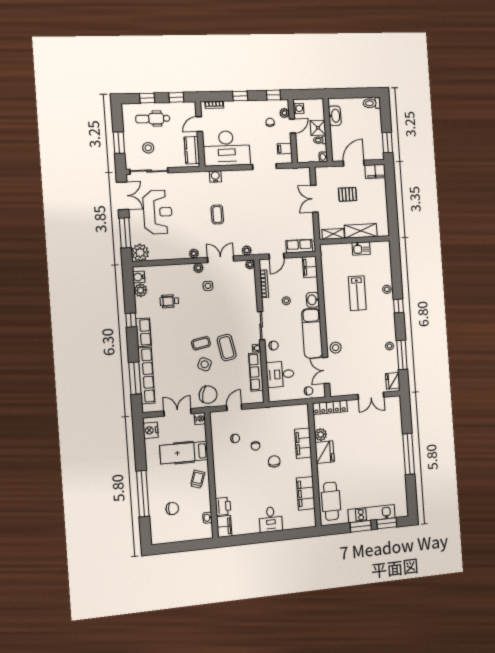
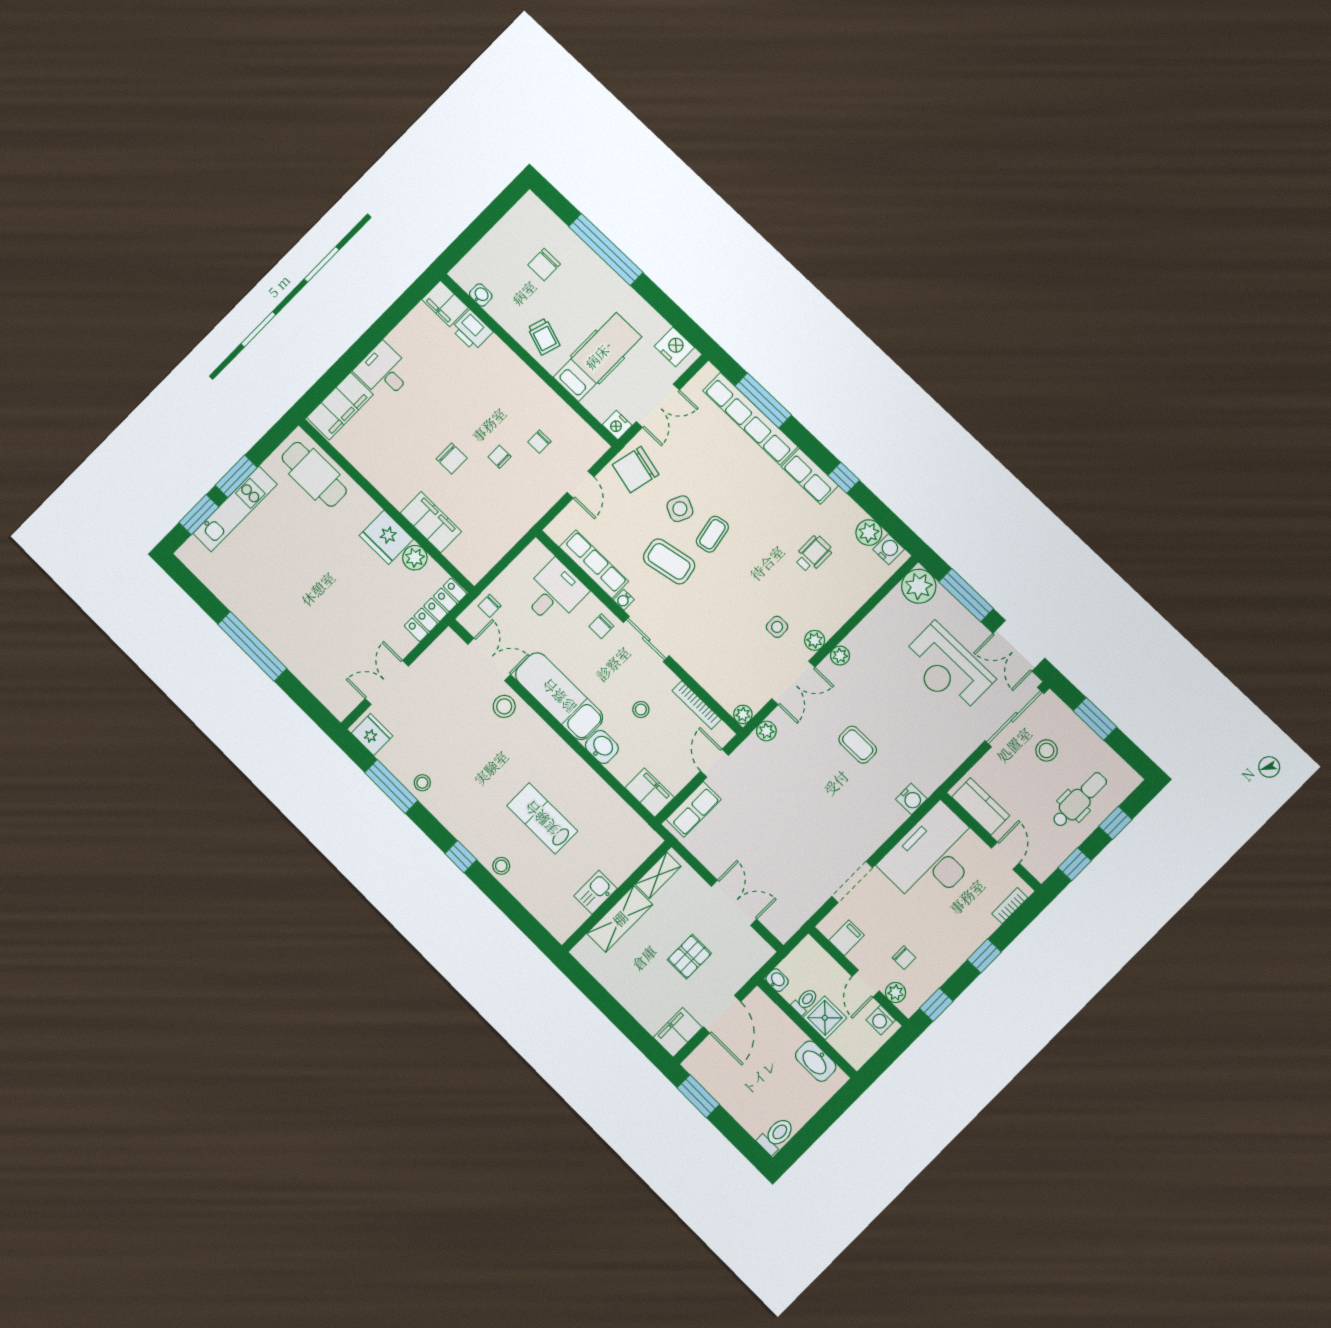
filing cabinet: (306, 493) -> (340, 406), moved, turned 90

